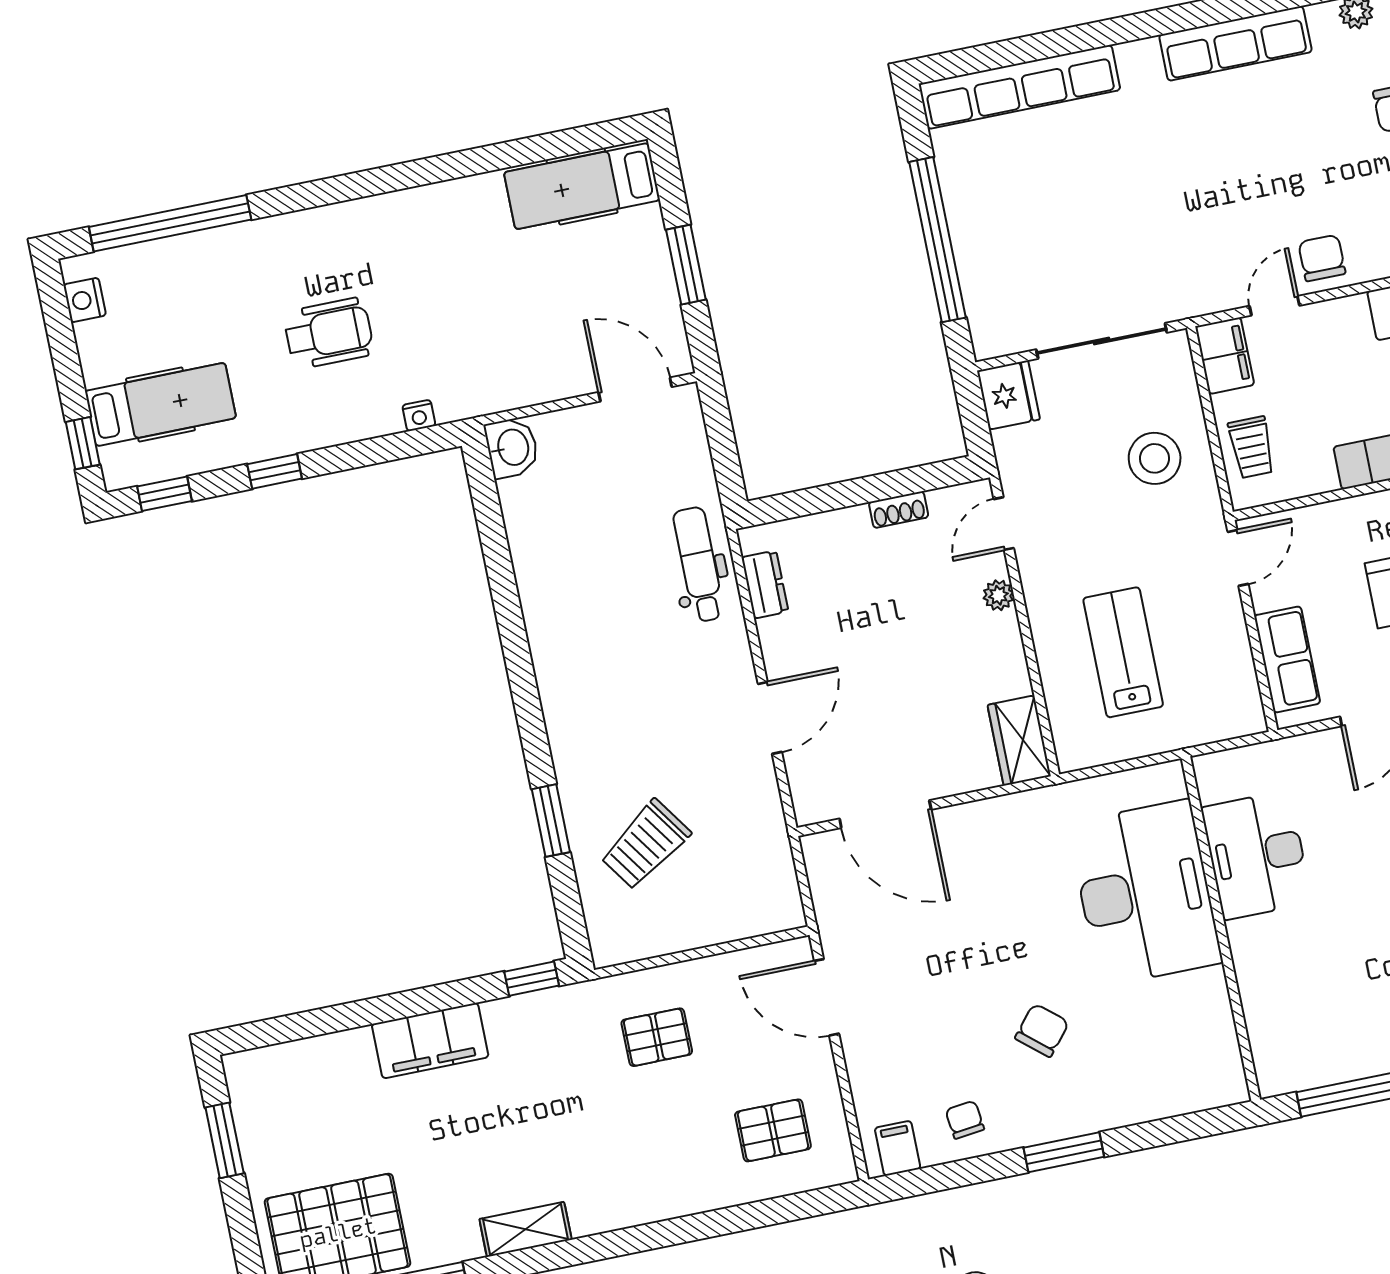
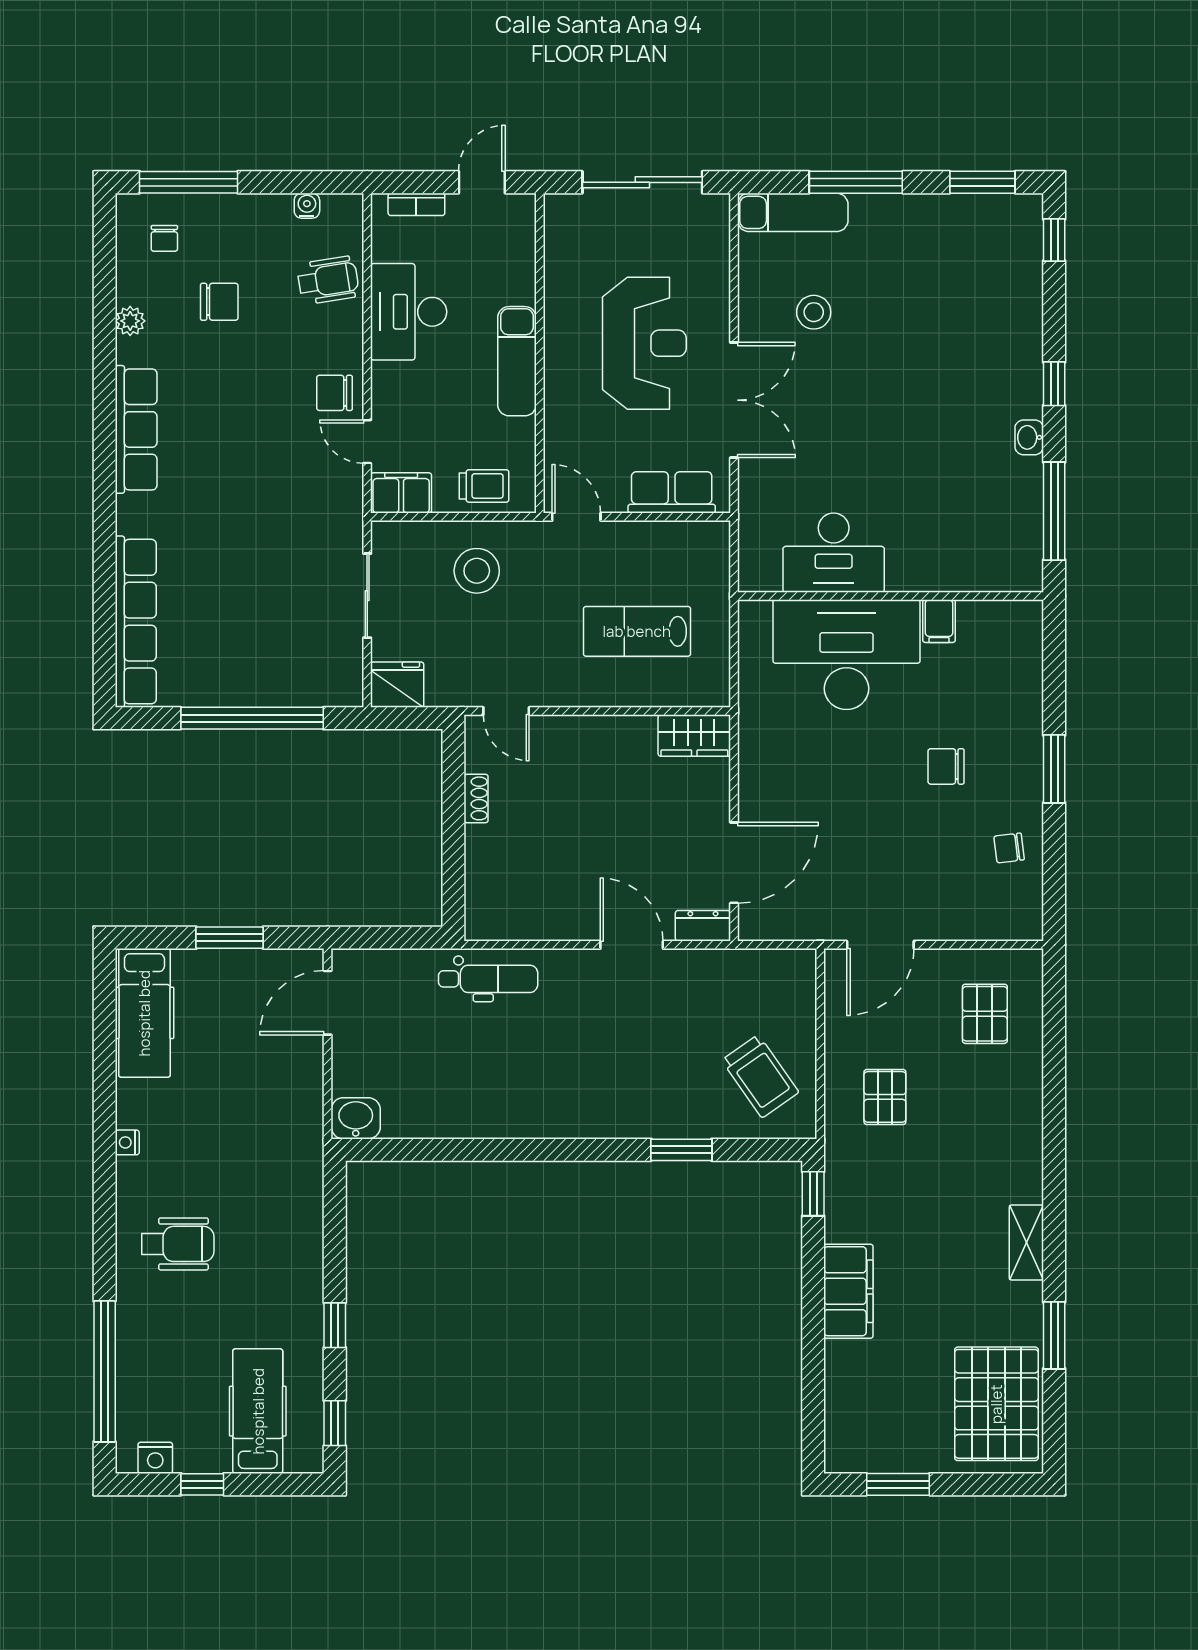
wheelchair: (329, 333) -> (178, 1244), moved, turned 90
sliding door: (1102, 341) -> (367, 596), width x0.73
nightstand: (419, 415) -> (127, 1142), moved, turned 180
window: (83, 443) -> (202, 1484), moved
dental chair: (699, 564) -> (488, 979), turned 180
dresser: (765, 584) -> (703, 926), moved
plant: (998, 595) -> (567, 728), removed
trolley: (645, 845) -> (760, 1076), moved
chair: (1042, 1030) -> (946, 766), turned -40
filing cabinet: (898, 1148) -> (939, 621), moved, turned -90

